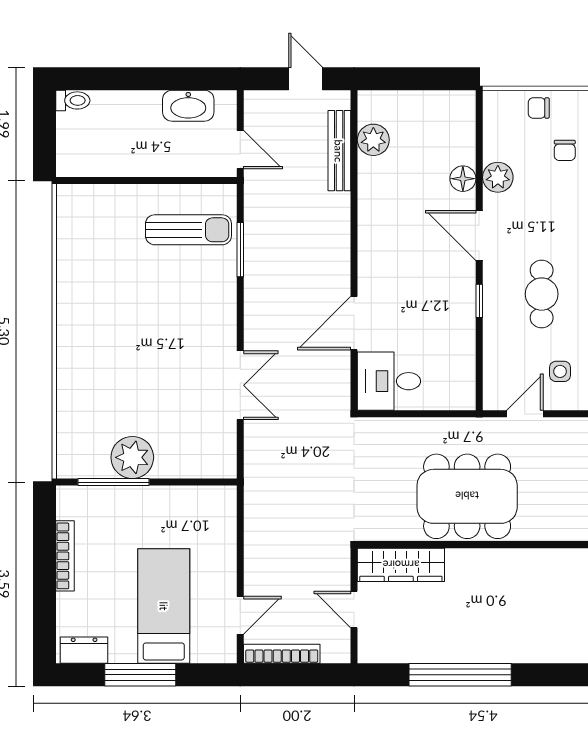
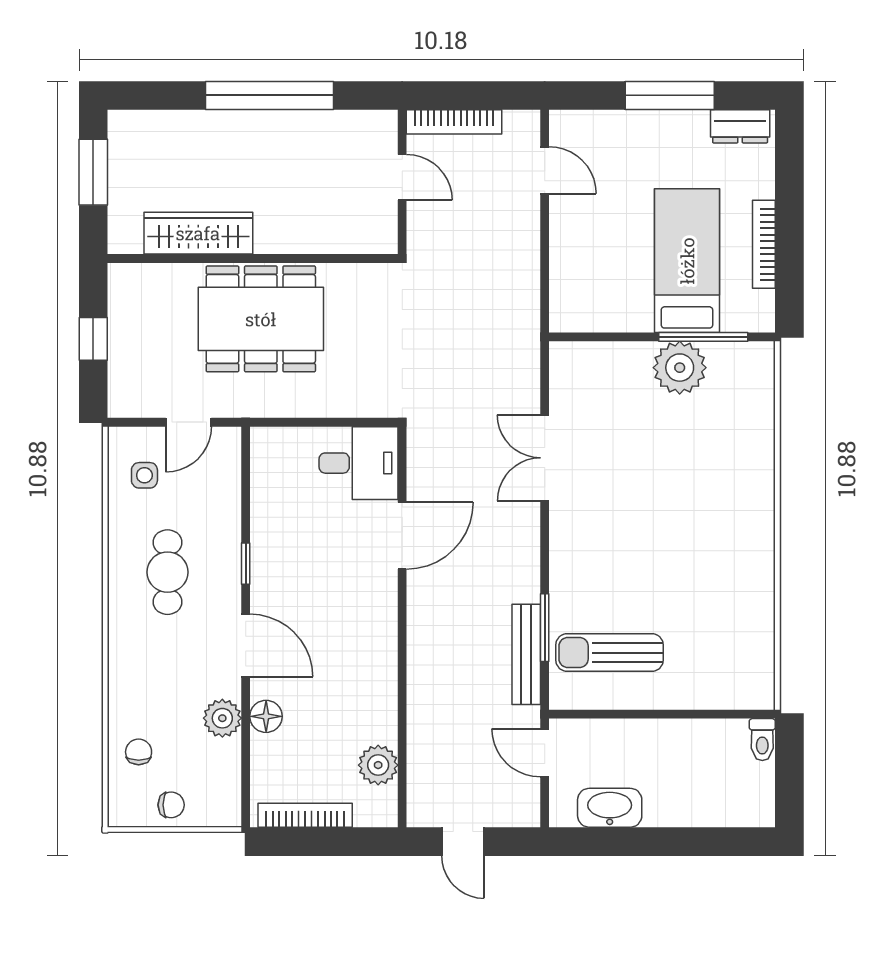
toilet: (73, 100) -> (762, 740), moved, turned -90
bookcase: (432, 100) -> (305, 815), added
bench: (339, 151) -> (526, 654), moved
wardrobe: (401, 565) -> (198, 233), moved
bed: (164, 606) -> (687, 261), moved, turned 180
door: (240, 615) -> (545, 170), swing flipped
bookcase: (282, 654) -> (454, 122), moved

